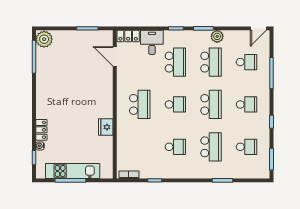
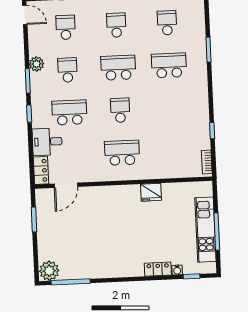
school desk: (211, 62) -> (68, 70), width x0.54
school desk: (175, 147) -> (171, 108), removed

